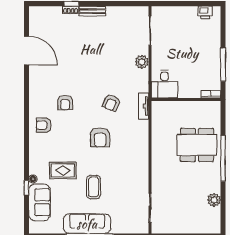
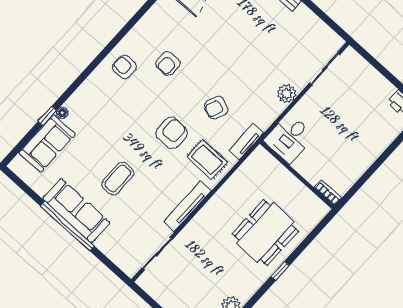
window: (223, 65) -> (369, 173), removed
armchair: (100, 137) -> (172, 133), turned 180
dining table: (197, 145) -> (265, 233), turned 90
window: (223, 158) -> (280, 271), width x0.32
tv unit: (143, 168) -> (188, 206), added
rug: (63, 170) -> (207, 160), moved

